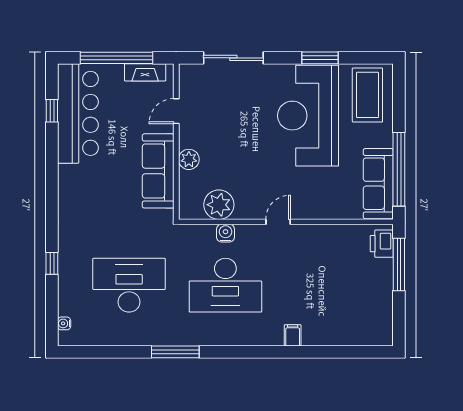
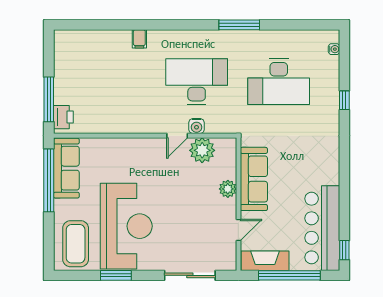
fireplace: (145, 72) -> (265, 261), width x1.37, depth x1.32
window: (52, 111) -> (344, 250), moved
door: (278, 222) -> (177, 136), moved

